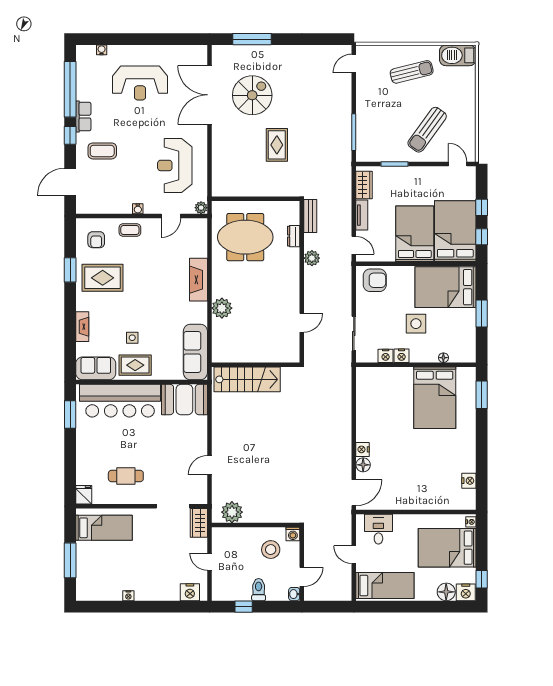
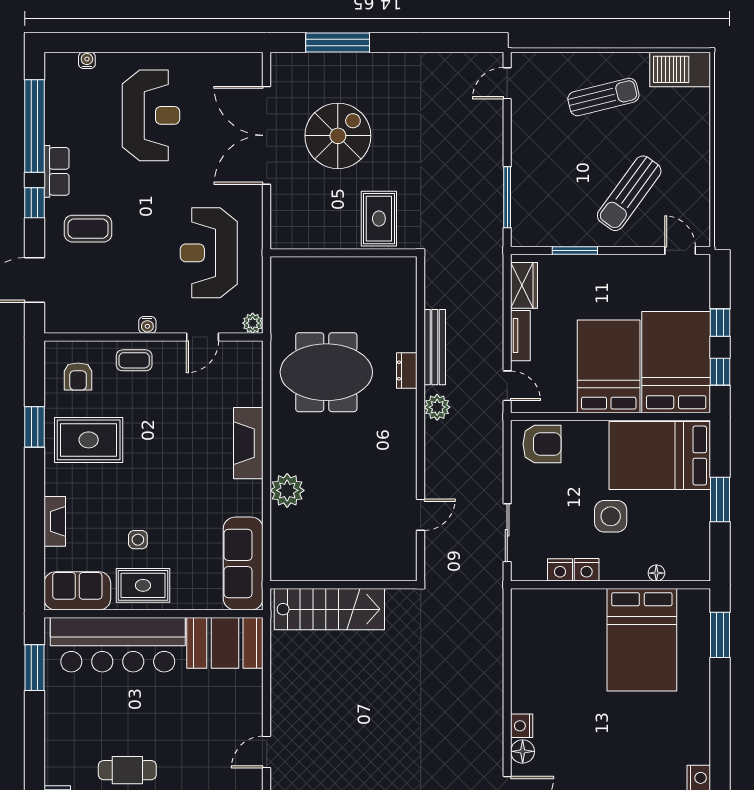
reception desk: (140, 83) -> (151, 115), turned -90
wall: (256, 199) -> (344, 253), moved
bench: (310, 216) -> (435, 347), width x1.36

